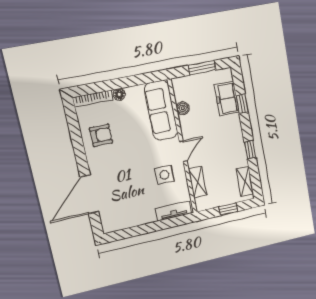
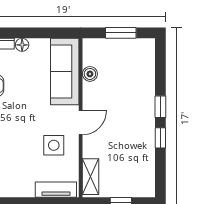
freezer: (227, 98) -> (143, 73), removed
window: (242, 104) -> (160, 107), moved
shelving: (245, 181) -> (147, 174), removed
shelving: (198, 182) -> (91, 177), moved

